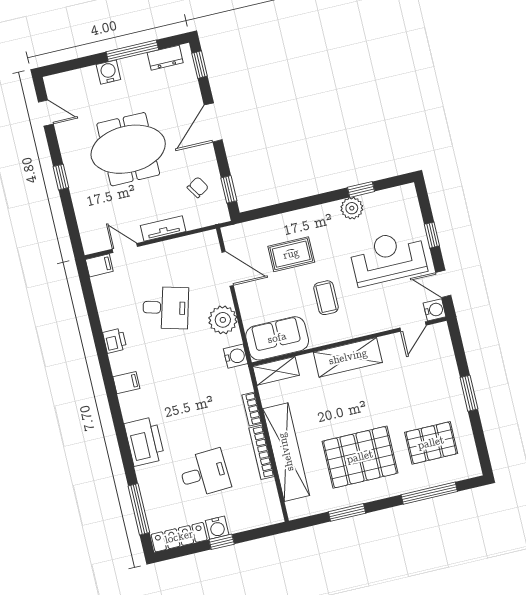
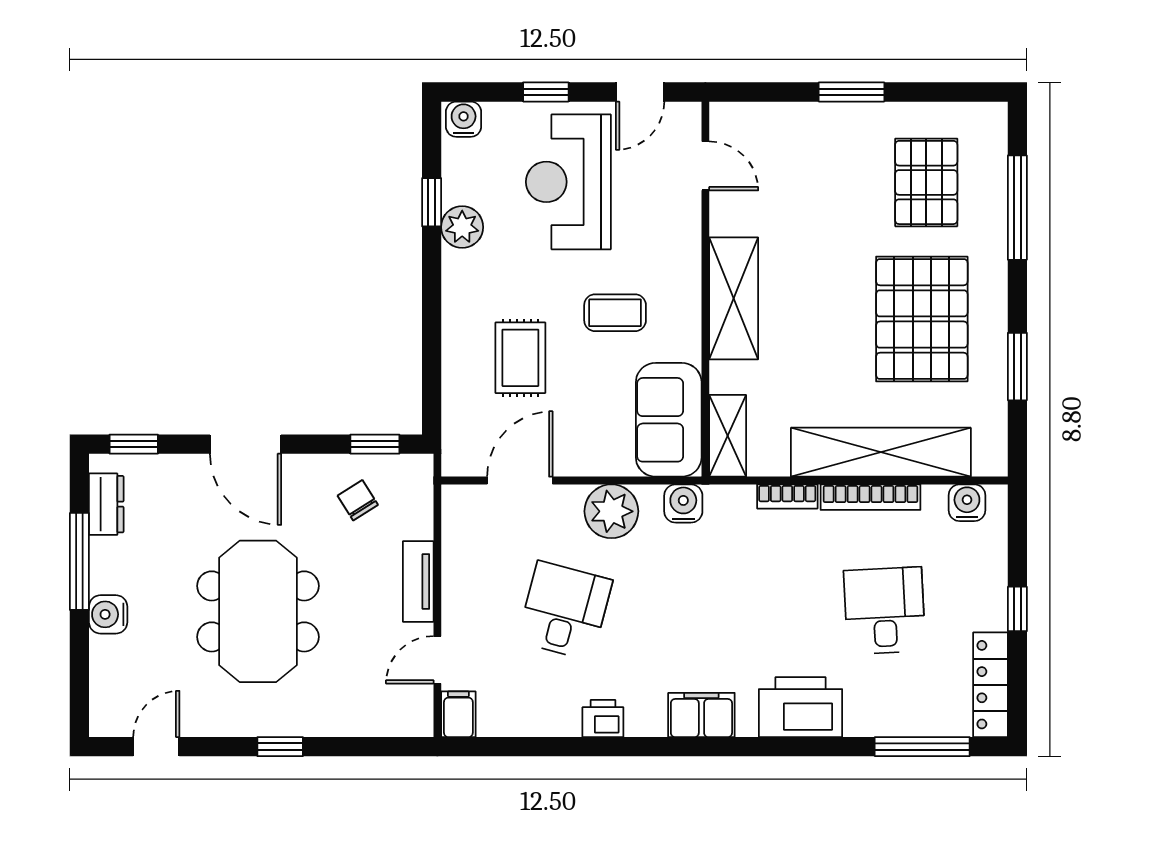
water cooler: (435, 310) -> (464, 119), moved
filing cabinet: (126, 383) -> (701, 715), width x2.00
water cooler: (217, 528) -> (967, 503), moved, turned -90

